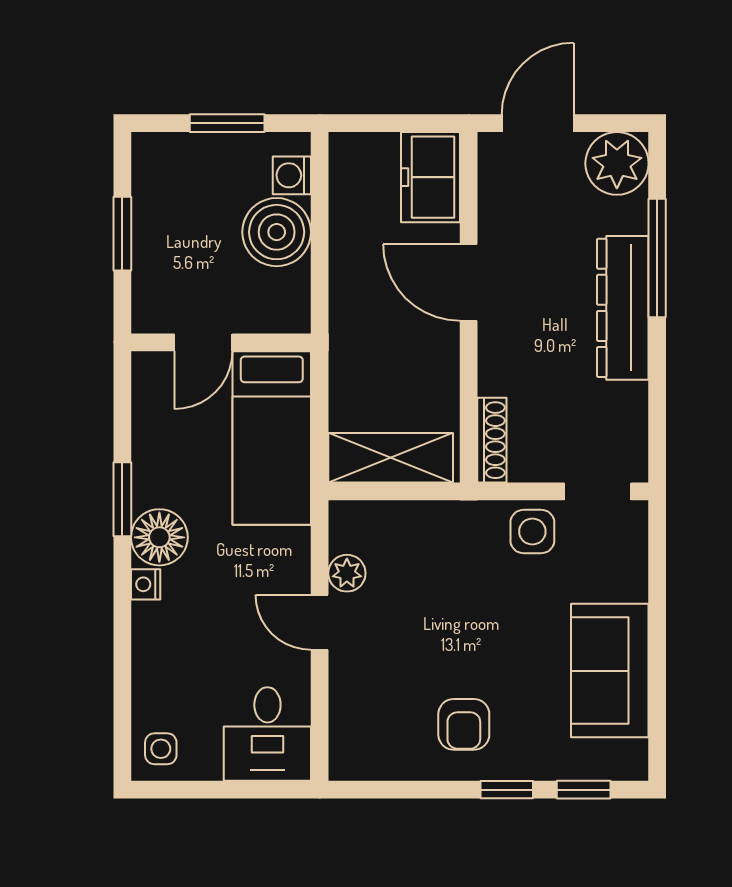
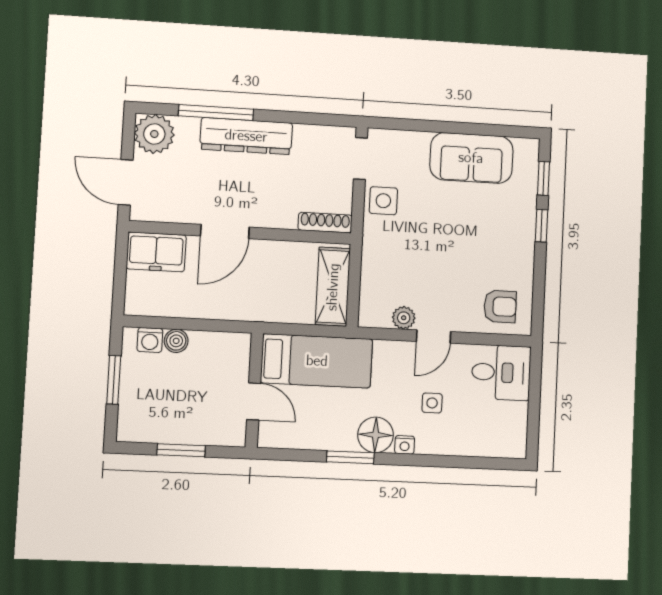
boiler: (277, 232) -> (176, 341), width x0.54, depth x0.54
armchair: (464, 724) -> (500, 307), moved
side table: (161, 749) -> (432, 403), moved

